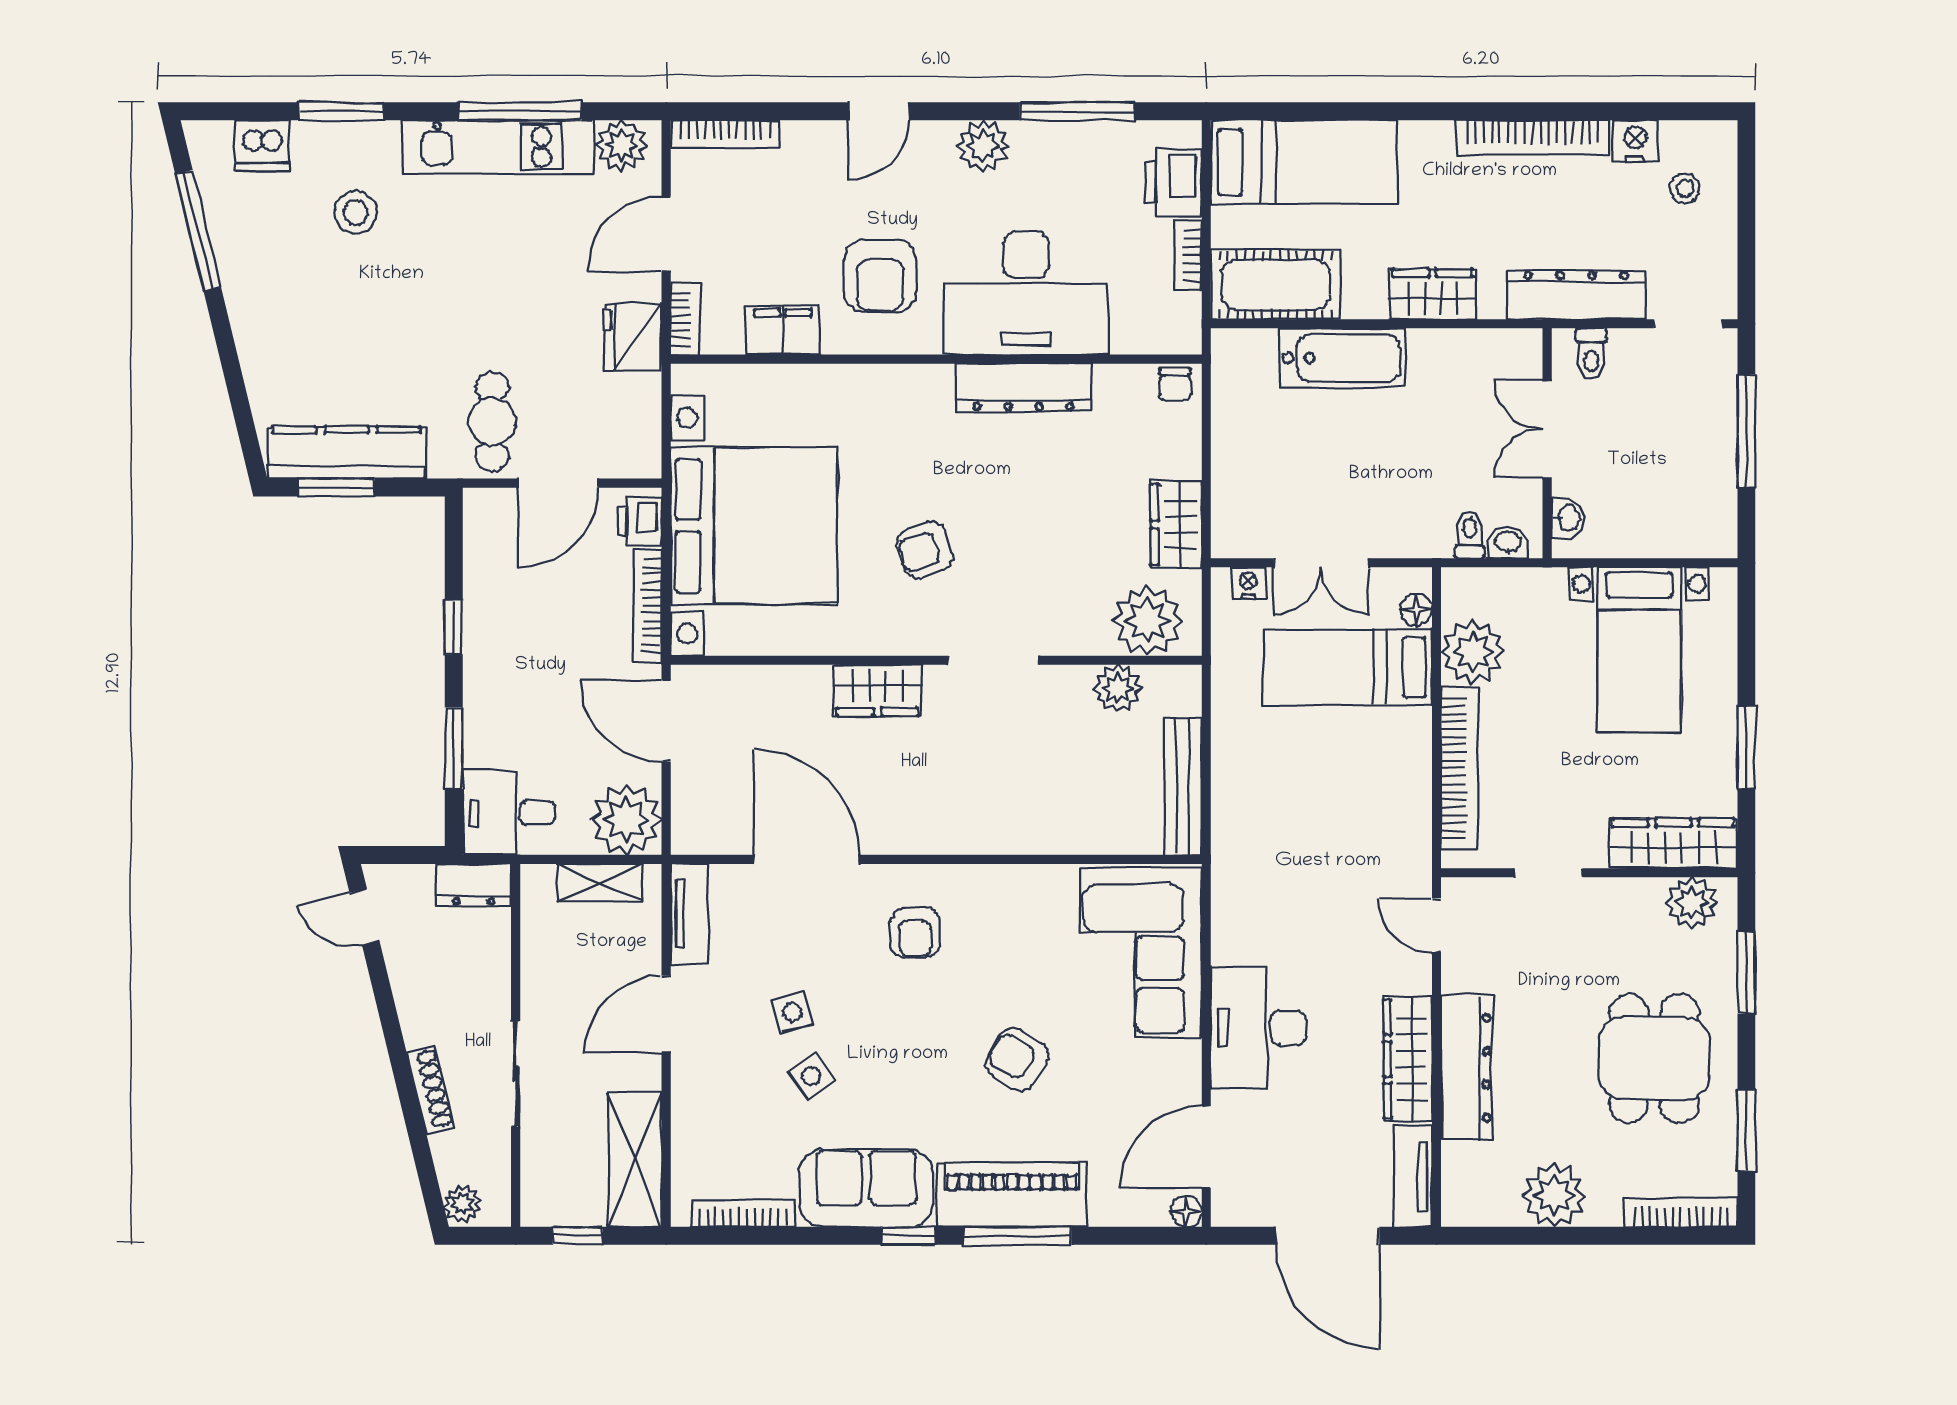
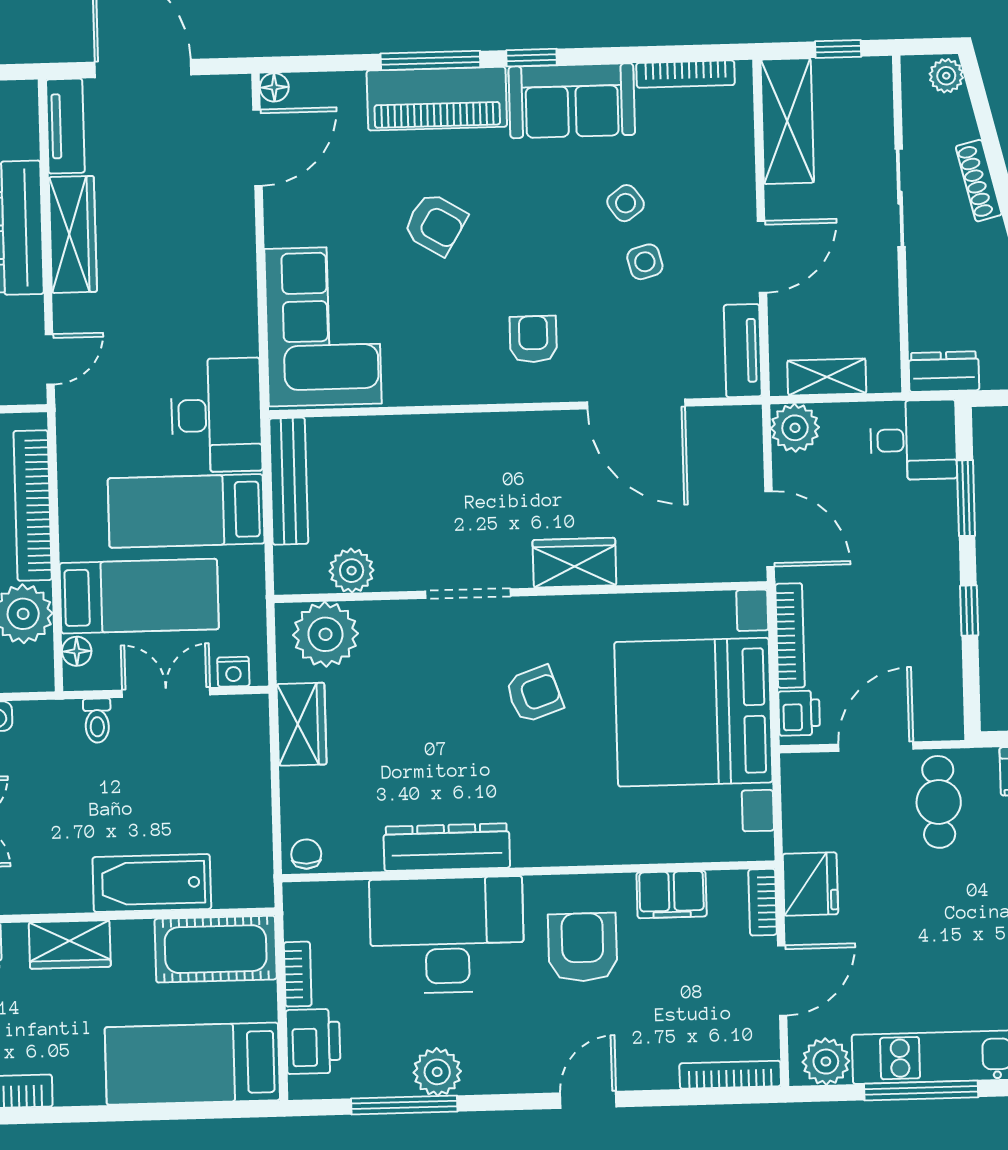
plant: (983, 146) -> (437, 1072), moved
toilet: (1470, 535) -> (97, 721), moved
bed: (1294, 758) -> (186, 511), added
plant: (626, 820) -> (795, 428), width x0.73, depth x0.73
door: (1436, 925) -> (50, 359), hinge flipped
desk: (1259, 1028) -> (216, 415), moved

